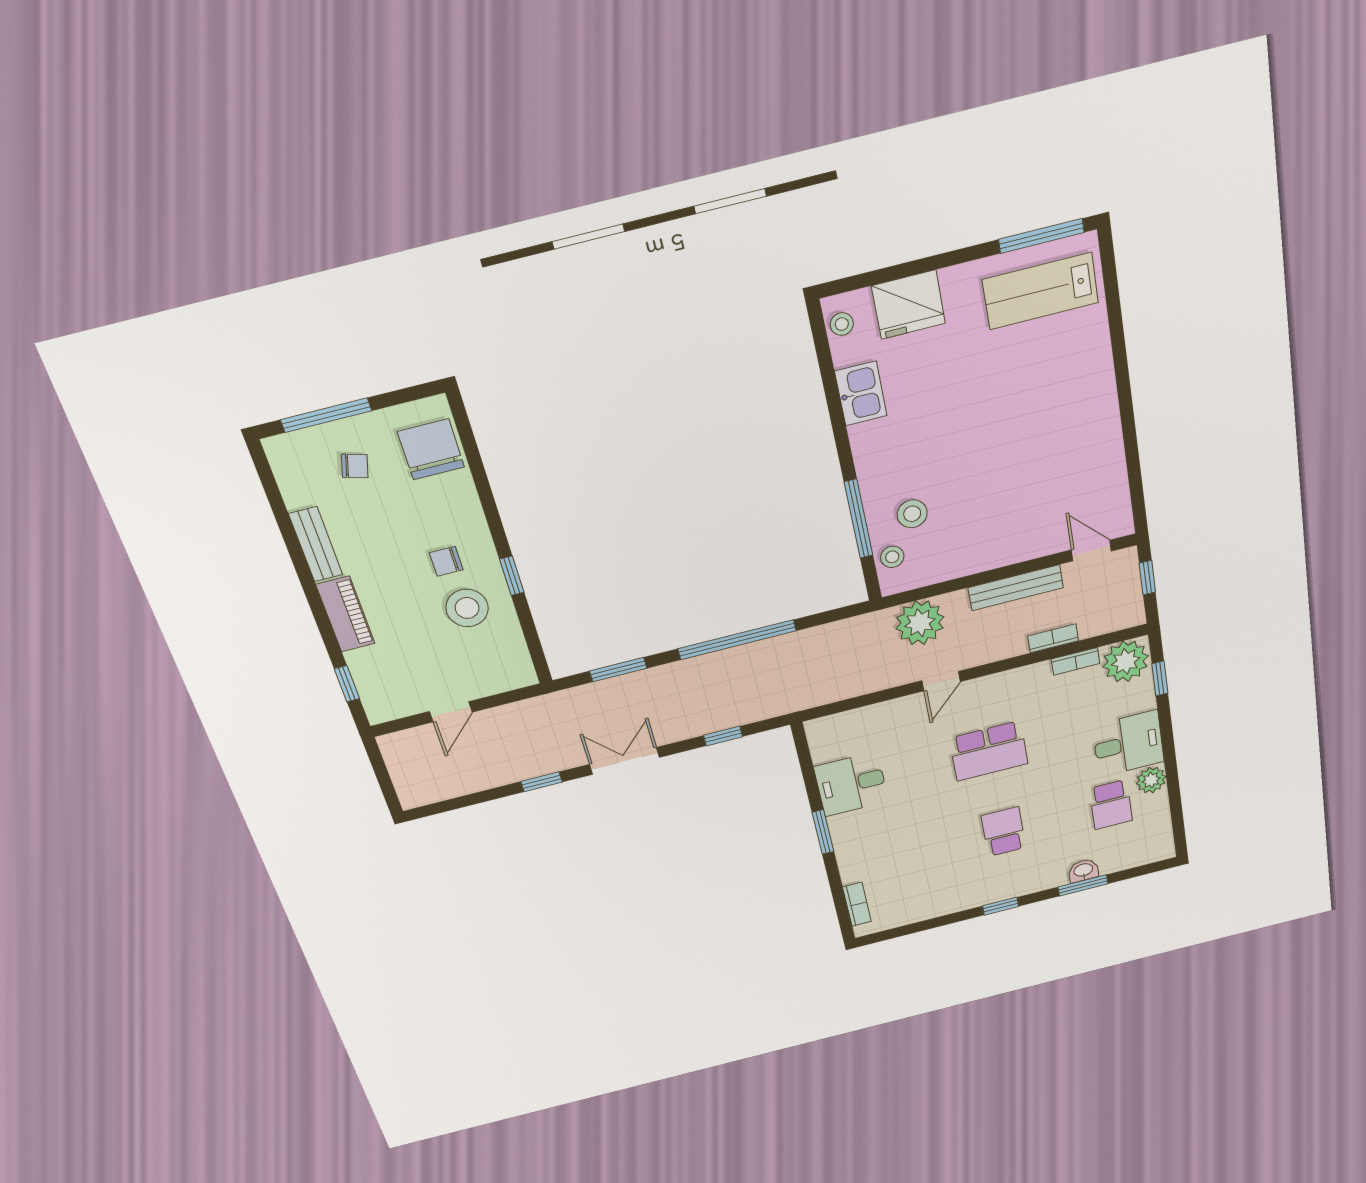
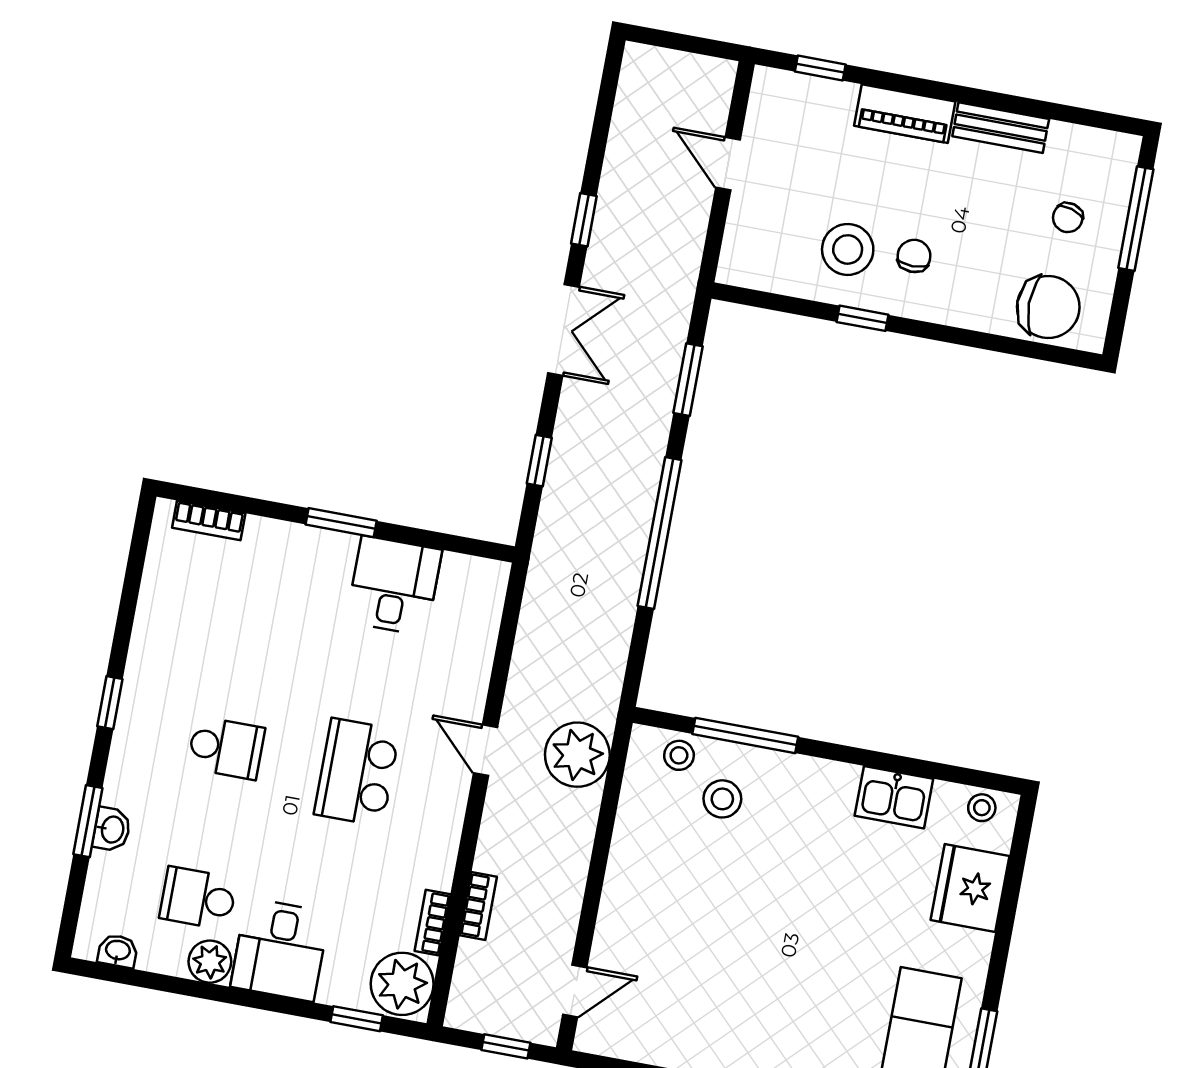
bench: (1016, 588) -> (569, 885), removed
washbasin: (1163, 834) -> (118, 951), added

